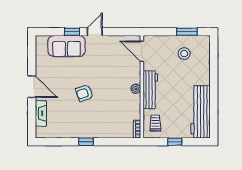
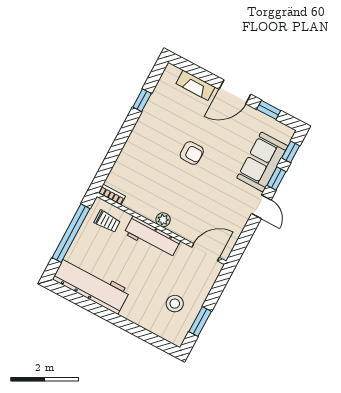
window: (51, 32) -> (291, 152), added
window: (32, 59) -> (269, 110), added
armchair: (84, 93) -> (192, 153), turned 109
window: (86, 142) -> (142, 100), moved
window: (175, 142) -> (71, 233), width x3.17

